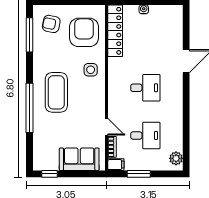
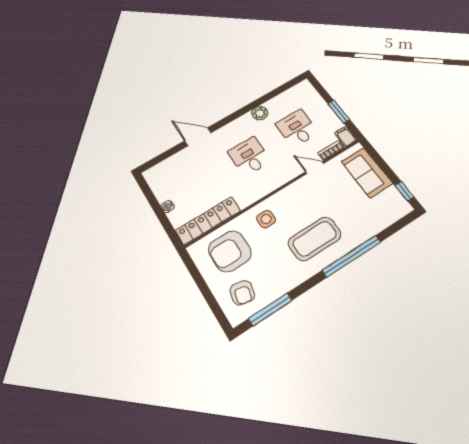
door: (106, 127) -> (315, 168), hinge flipped
plant: (176, 158) -> (260, 113), moved

